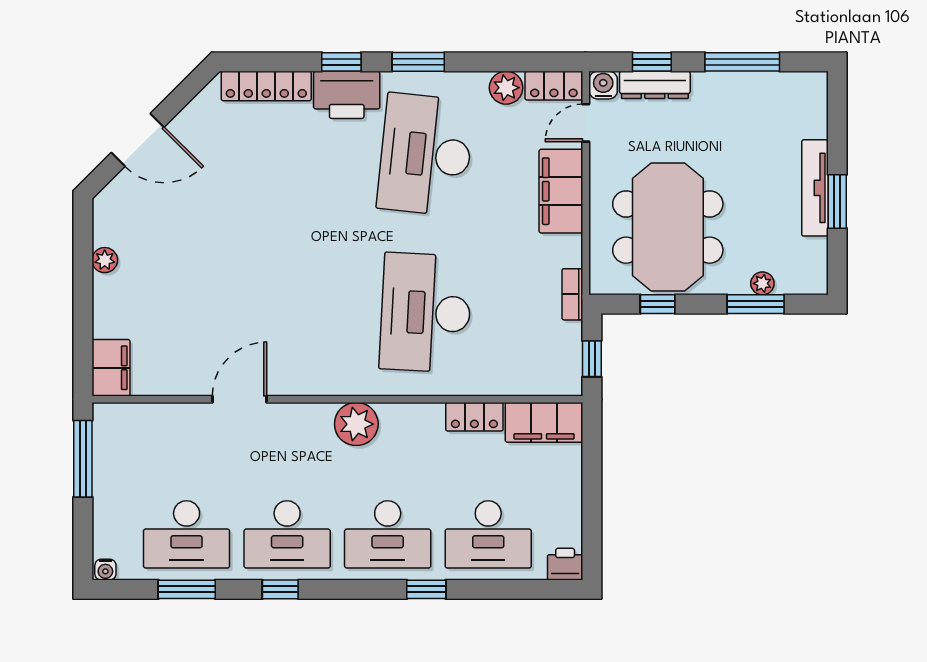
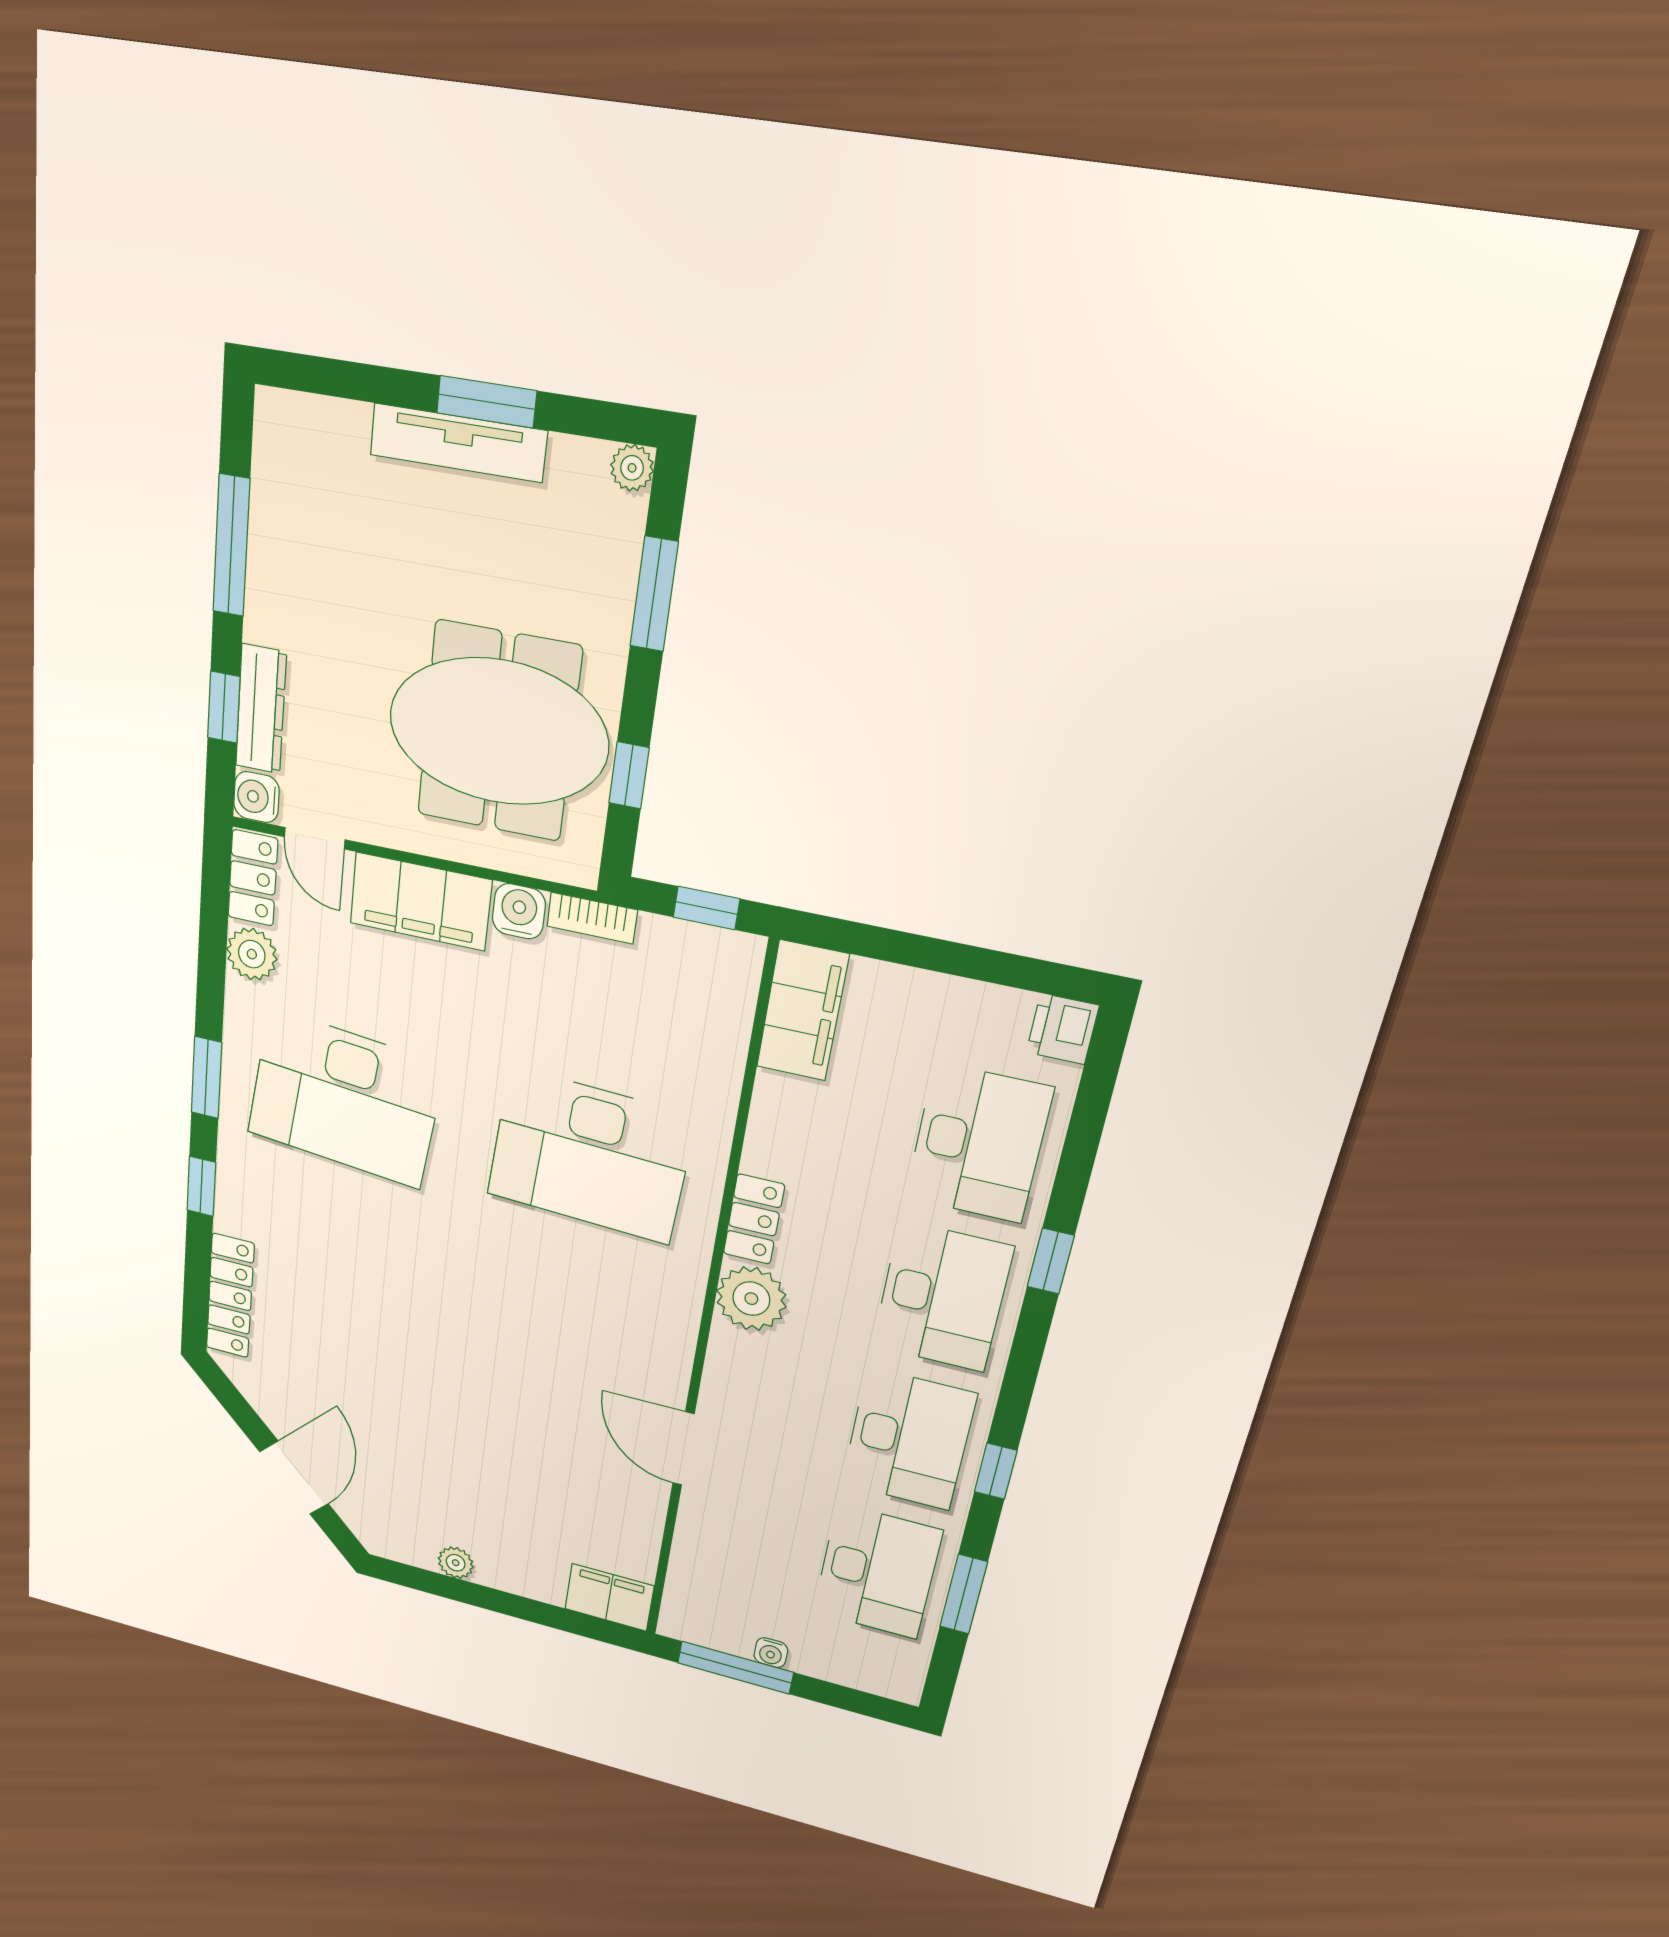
printer: (347, 95) -> (249, 1191), removed
water cooler: (567, 251) -> (519, 911), added
plant: (762, 283) -> (632, 468), moved
locker: (474, 417) -> (754, 1219), moved
water cooler: (105, 570) -> (771, 1653), moved, turned 90

